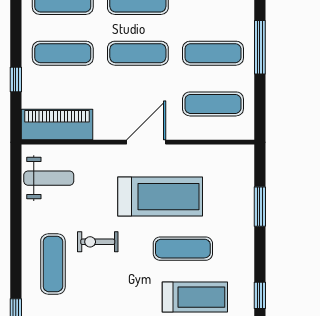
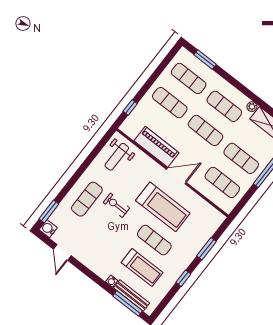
window: (16, 79) -> (130, 108), moved
piano: (57, 125) -> (156, 147), moved
weight bench: (49, 178) -> (117, 157), turned 90
window: (260, 295) -> (183, 278), moved

